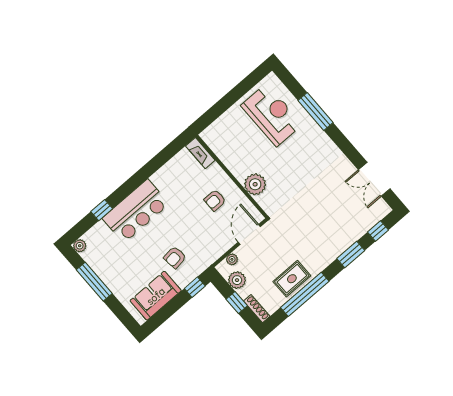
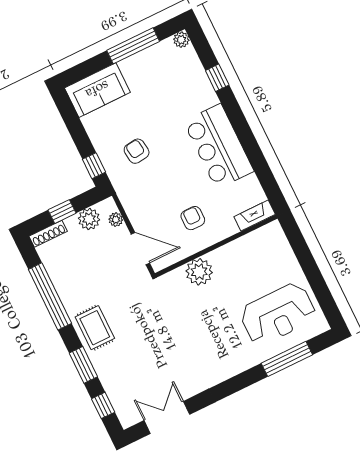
window: (316, 112) -> (287, 359), moved
bar counter: (136, 211) -> (219, 146), moved
rug: (292, 279) -> (95, 328), moved
sofa: (156, 296) -> (97, 90), moved, turned 90

